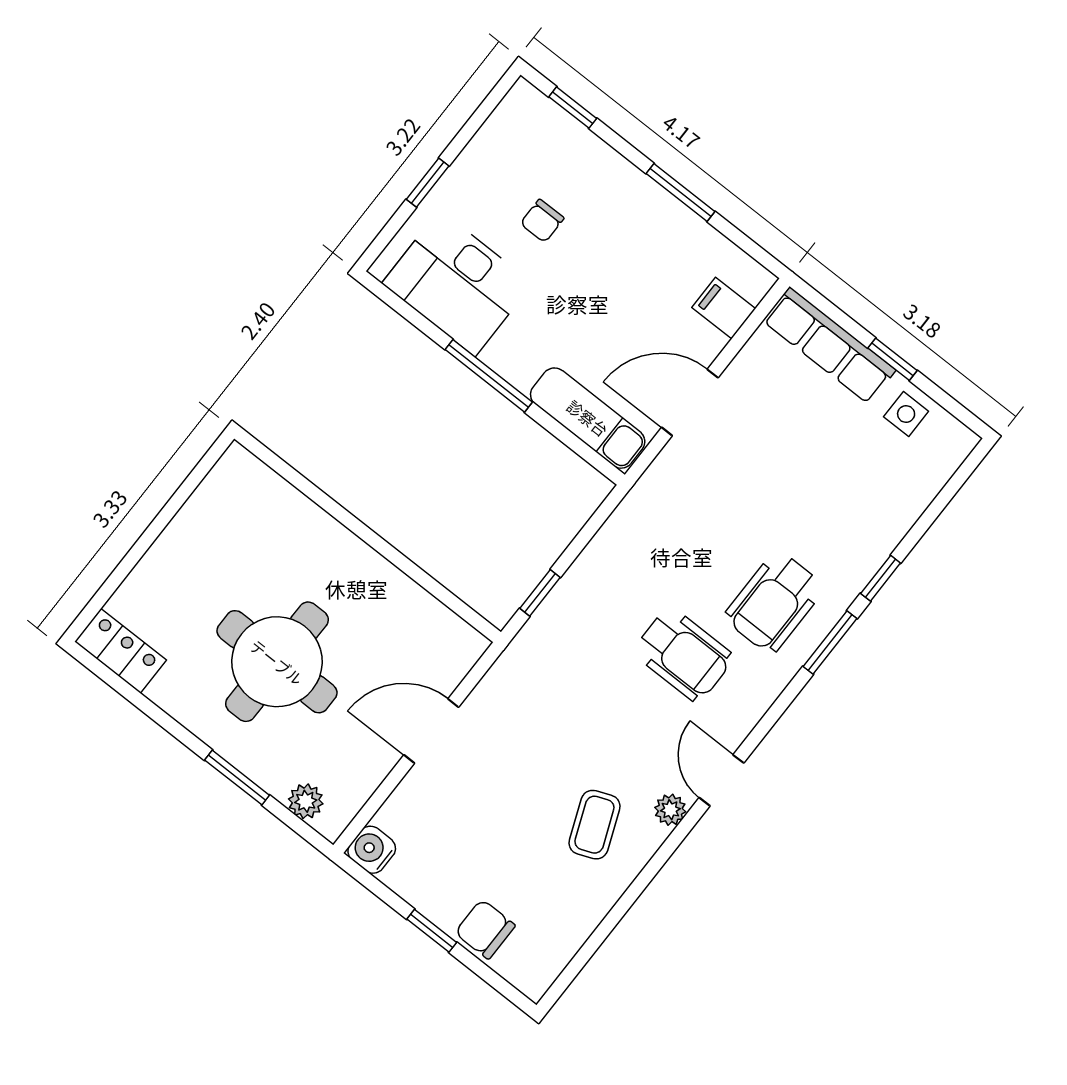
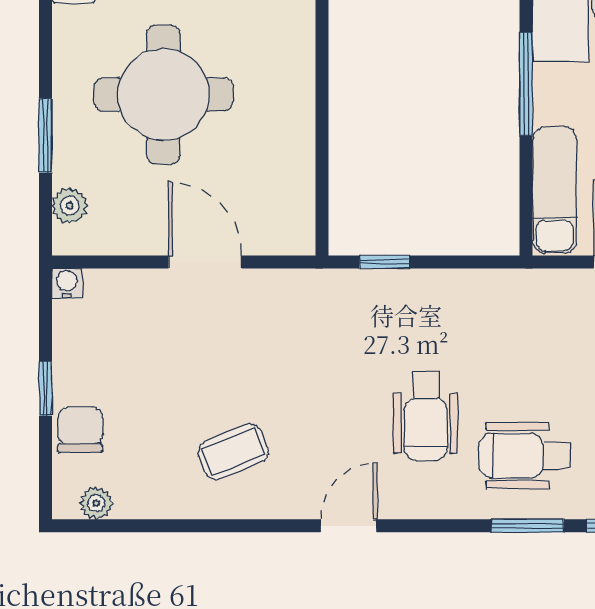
plant: (670, 810) -> (96, 503), moved
water cooler: (372, 850) -> (67, 283), width x0.72, depth x0.72

